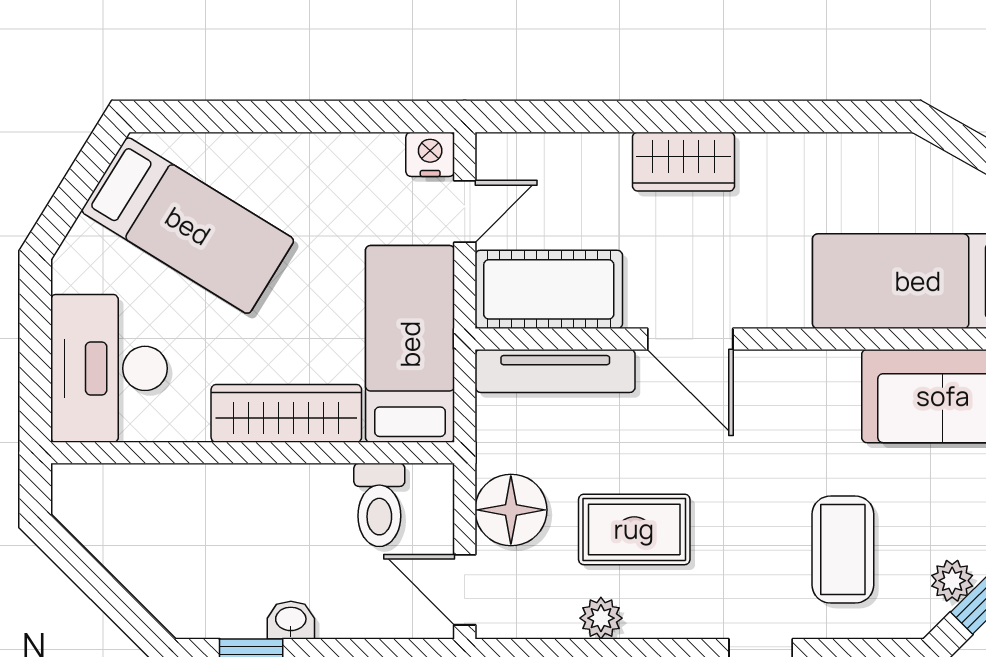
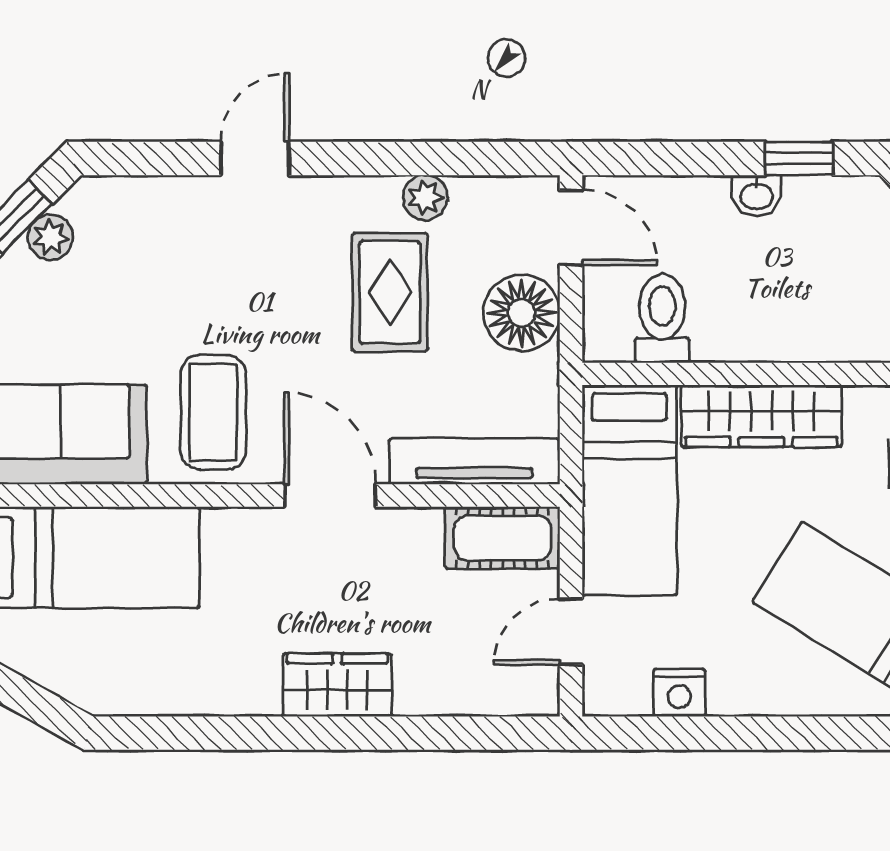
nightstand: (430, 154) -> (679, 693), moved
cot: (549, 289) -> (502, 538), width x0.73, depth x0.75
rug: (634, 529) -> (390, 292), turned 90
coffee table: (843, 550) -> (213, 412), moved

